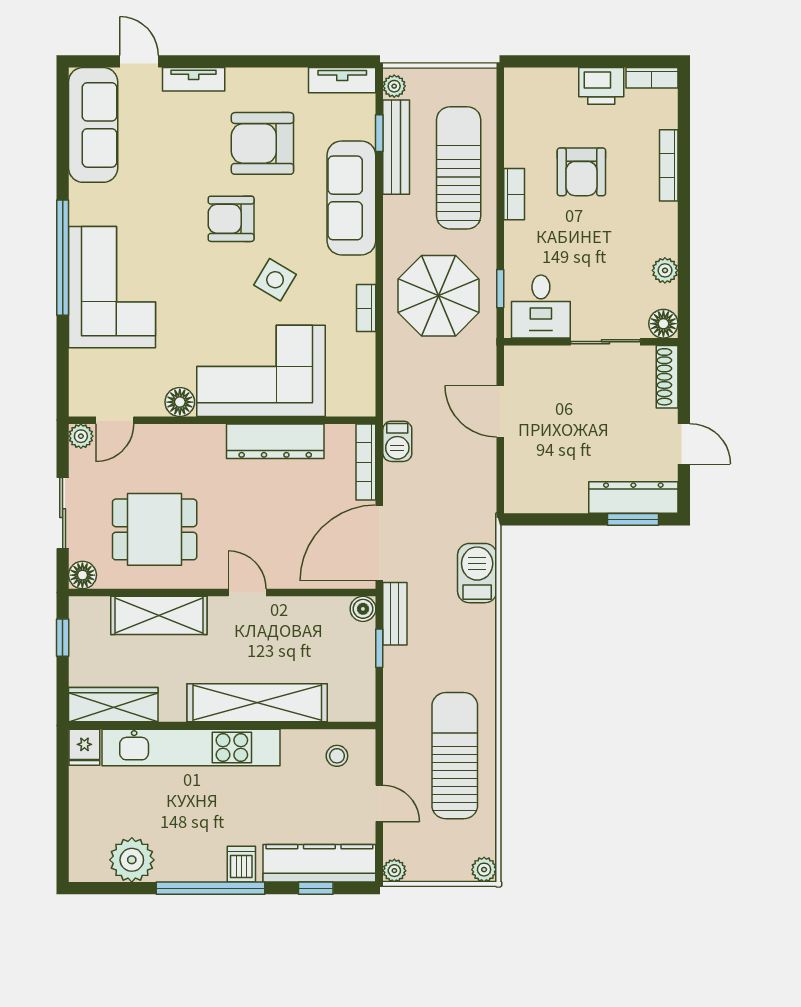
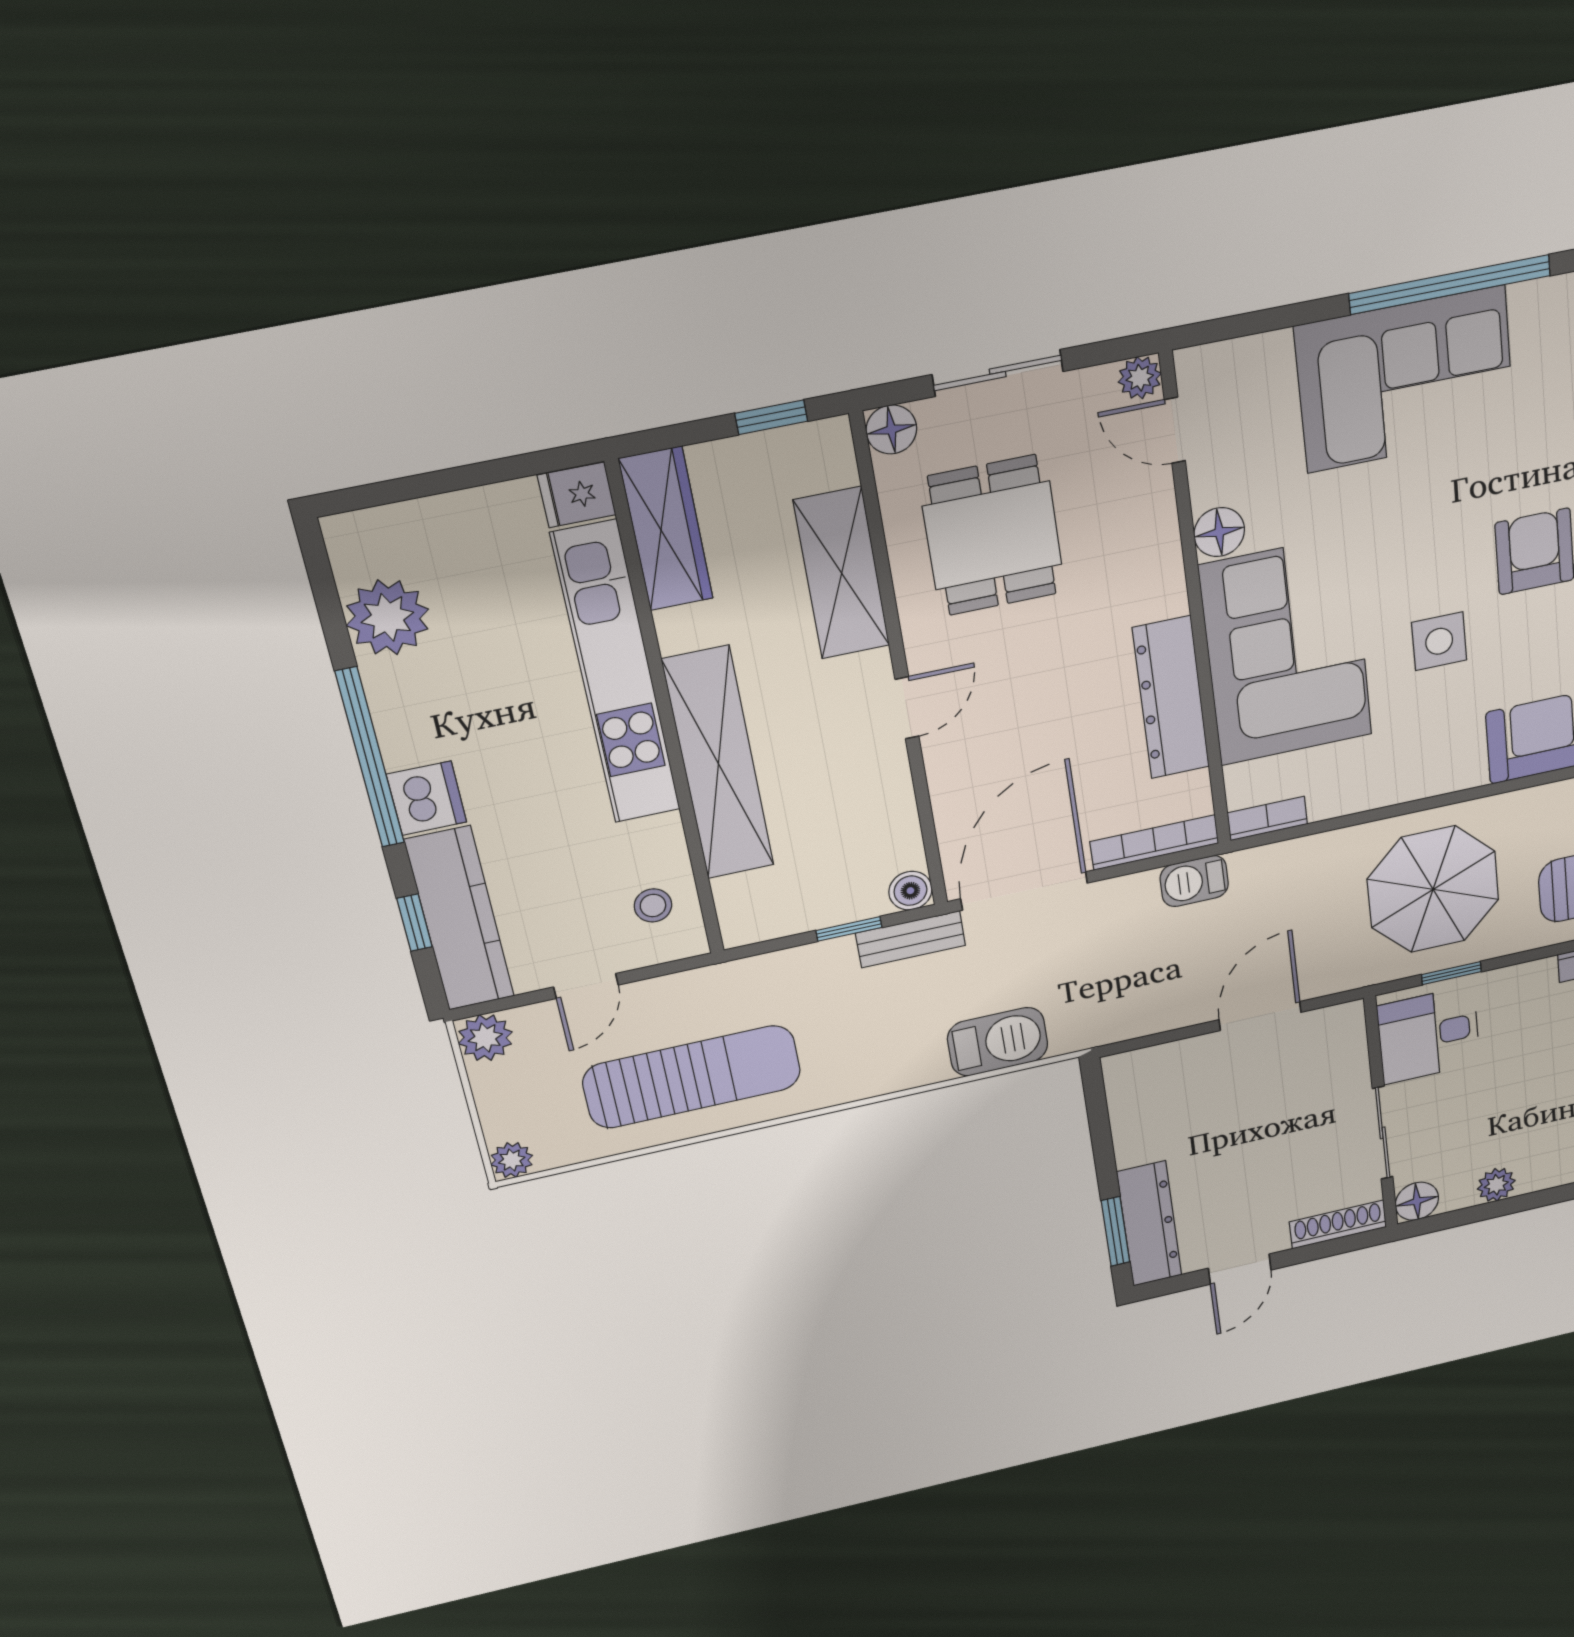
side table: (275, 280) -> (1439, 641), turned -31
bookcase: (366, 308) -> (1267, 818), moved
door: (379, 543) -> (1024, 891), hinge flipped
dishwasher: (241, 864) -> (427, 798), width x1.38
plant: (394, 871) -> (485, 1038), width x1.38, depth x1.38

